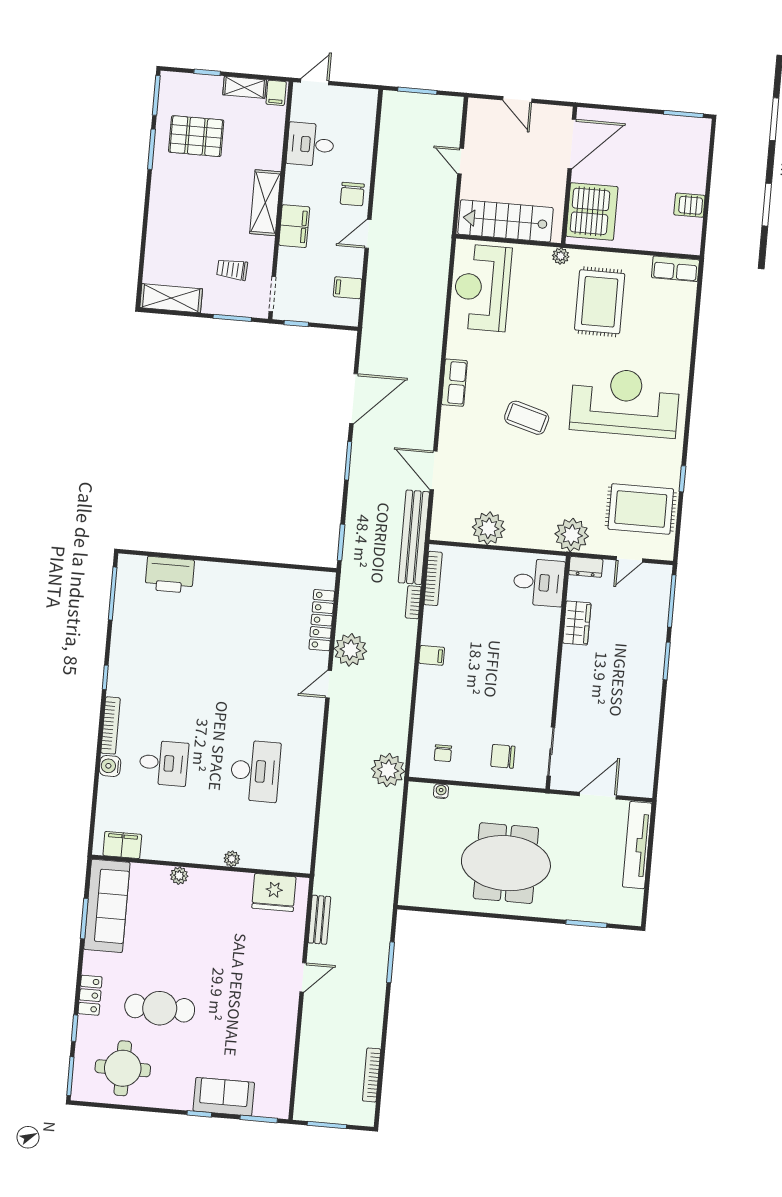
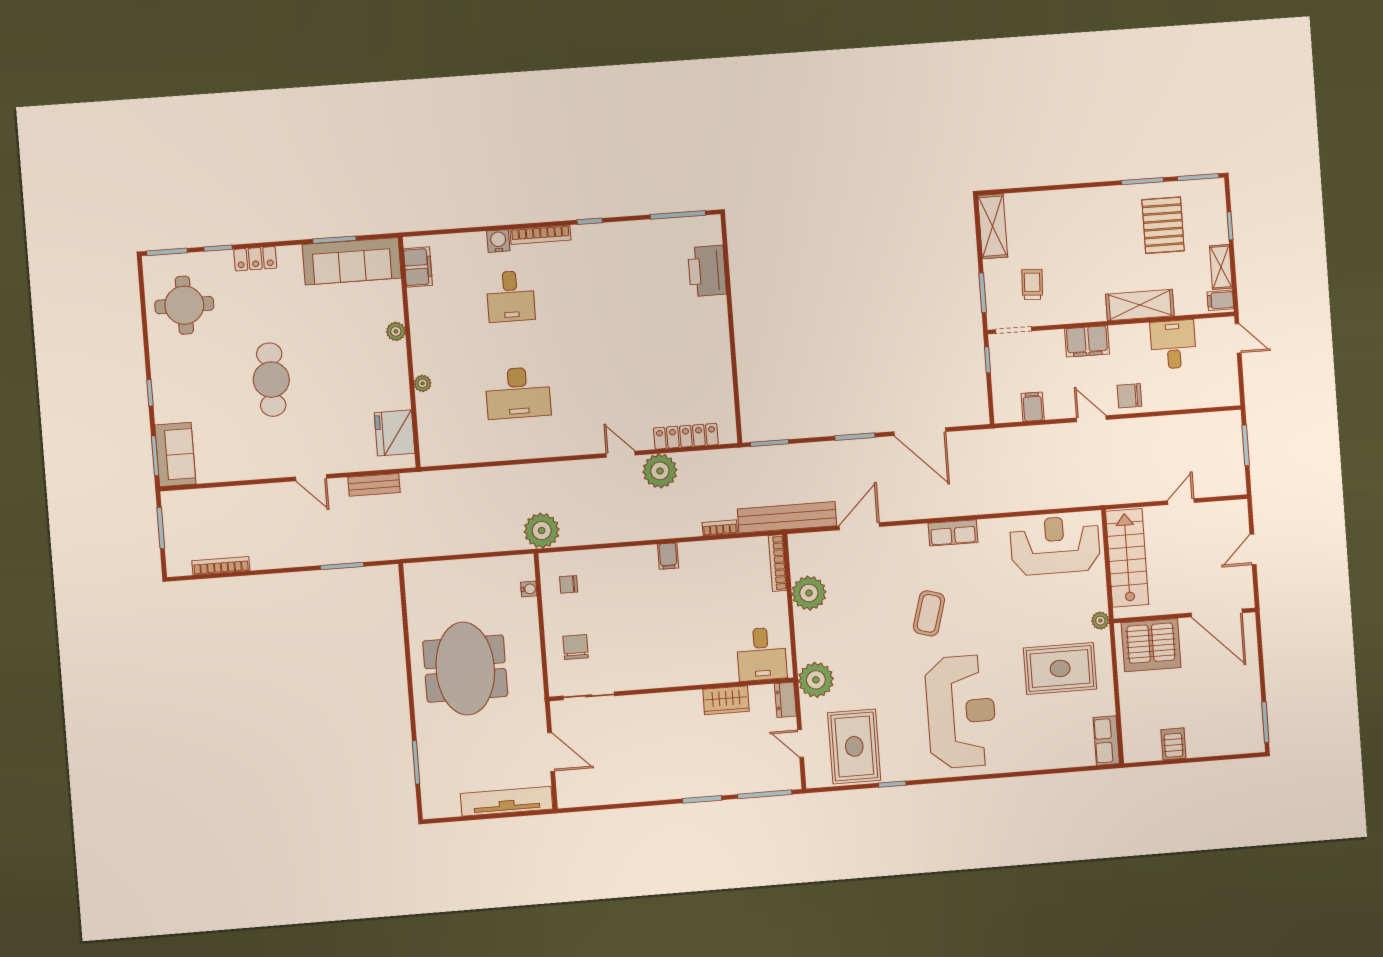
shelving: (265, 203) -> (1140, 305), moved
bookcase: (433, 578) -> (778, 563), moved, turned 90
cafe table: (160, 1008) -> (271, 380), moved
sofa: (224, 1097) -> (175, 454), moved

